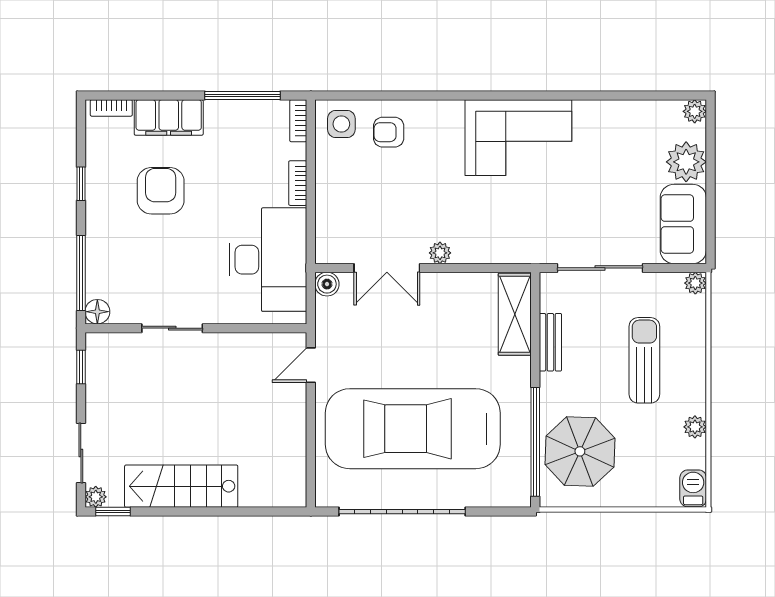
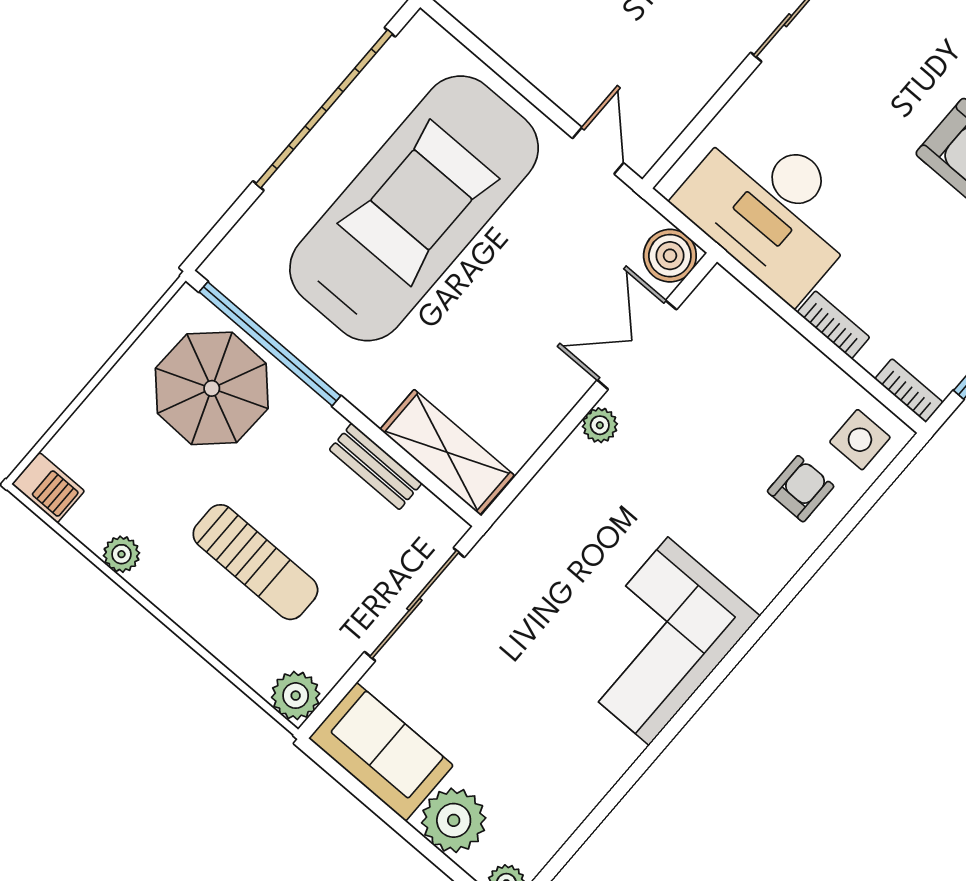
plant: (695, 283) -> (296, 696), width x1.38, depth x1.38
boiler: (327, 284) -> (670, 256), width x1.36, depth x1.36

